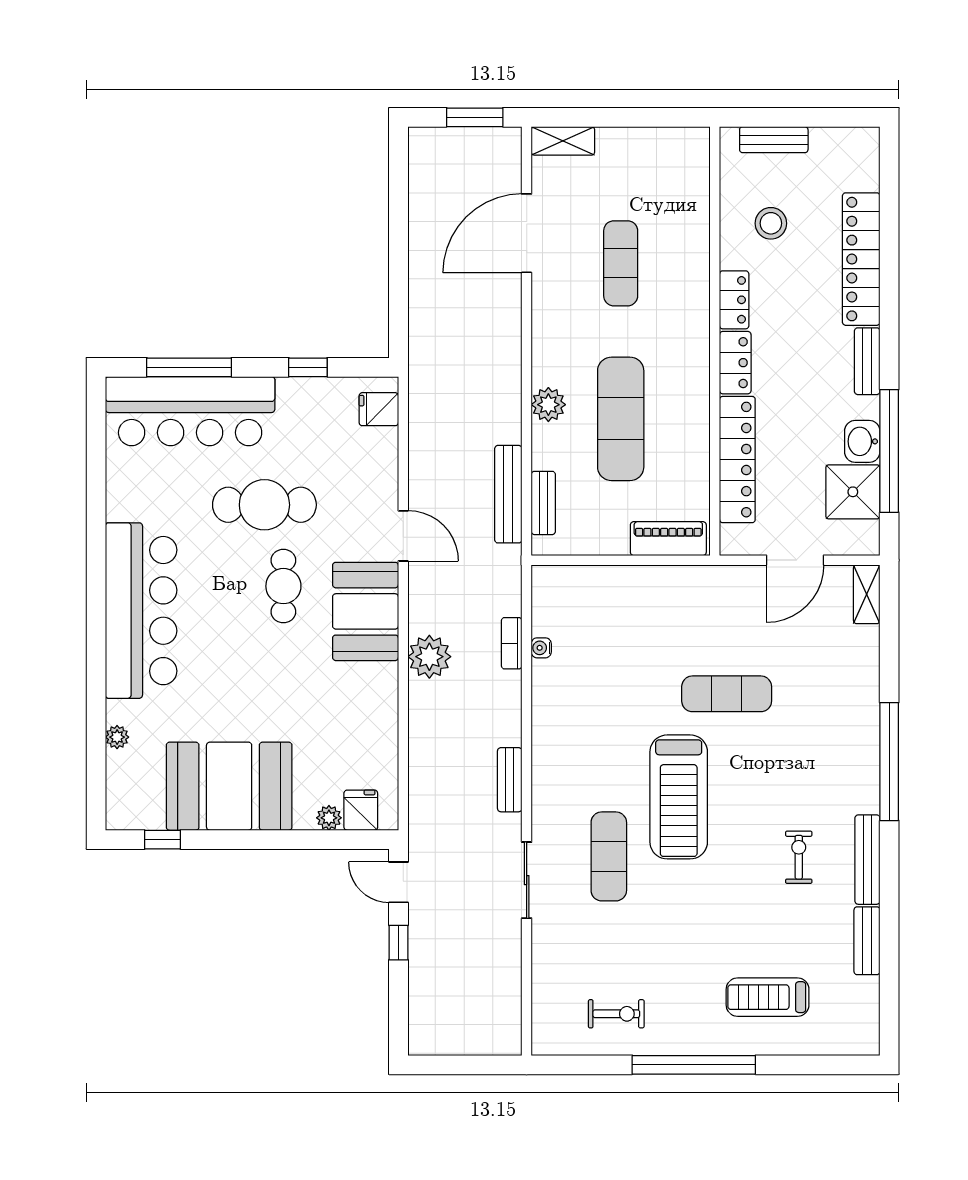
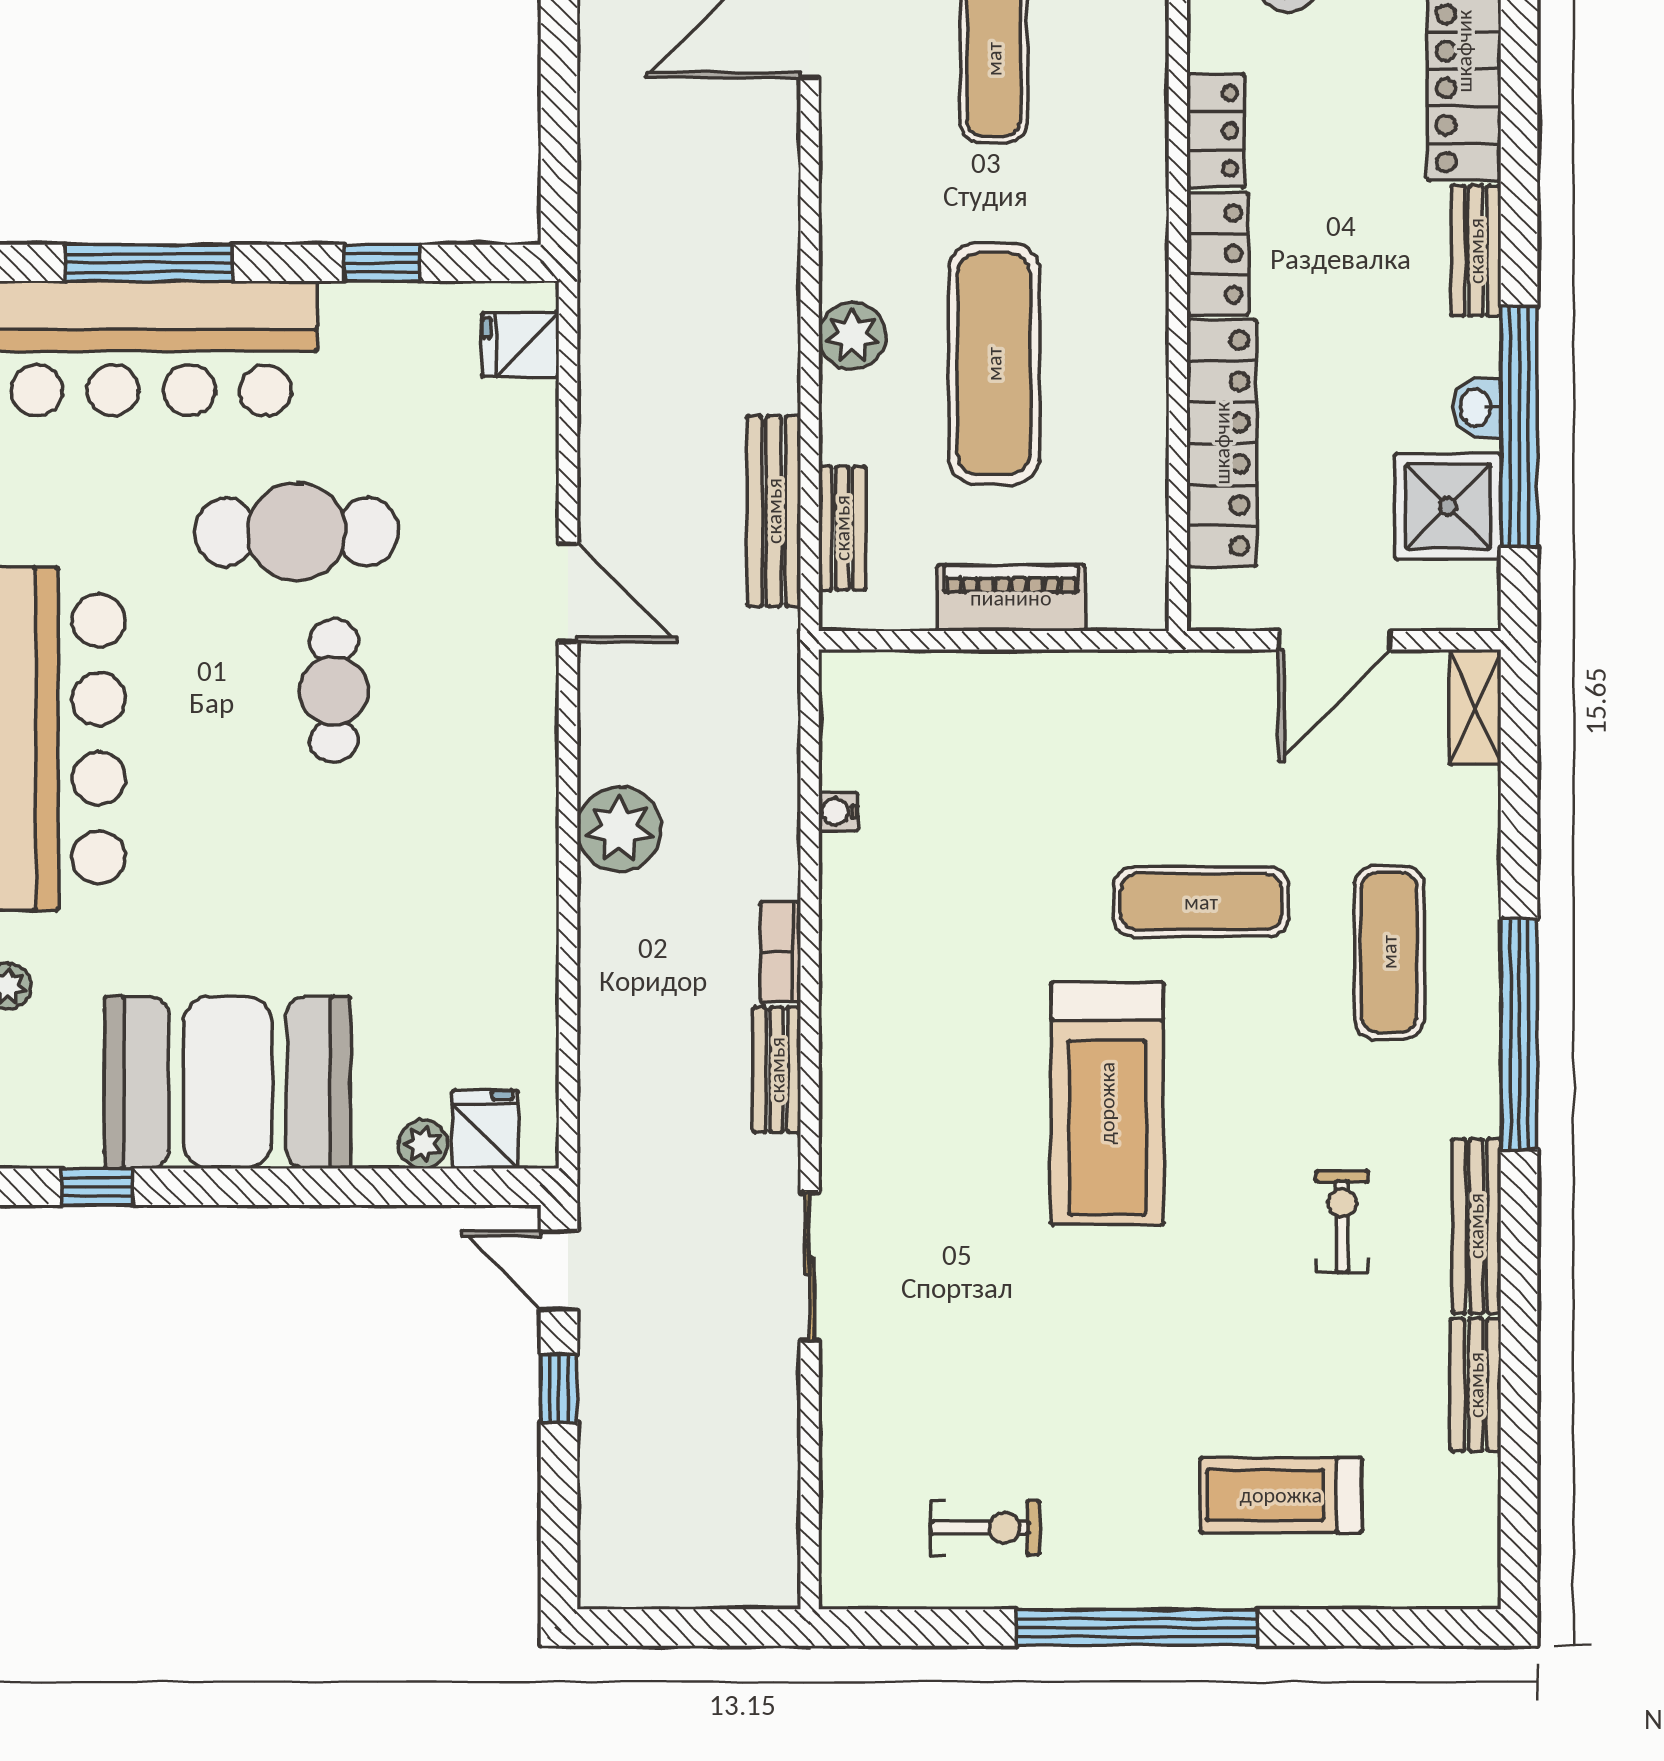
washbasin: (862, 441) -> (1477, 408), width x0.72, depth x0.69
piano: (668, 539) -> (1011, 598), moved
booth: (366, 611) -> (494, 740), removed
bookcase: (512, 643) -> (780, 952), moved
exercise mat: (609, 856) -> (1389, 952), moved

